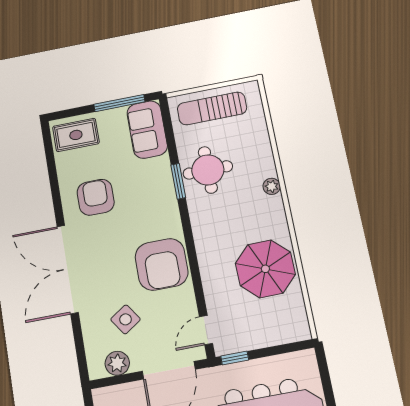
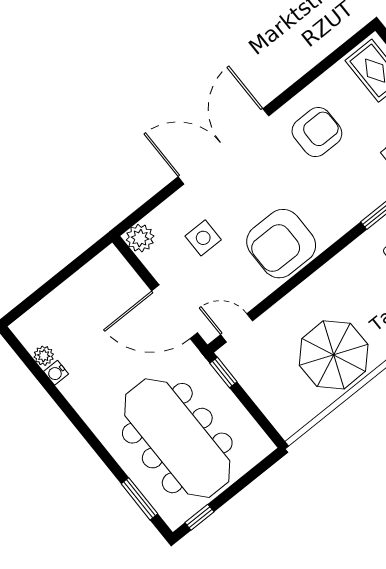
side table: (126, 319) -> (203, 238), turned 34
plant: (117, 363) -> (140, 238), moved

